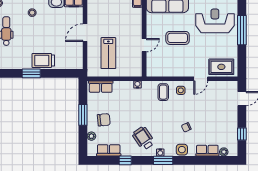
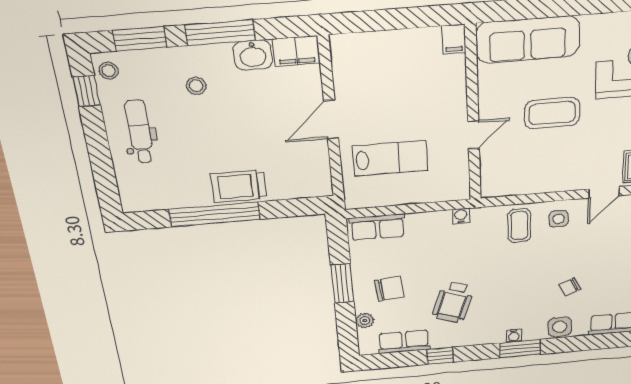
lab bench: (108, 53) -> (390, 158), turned -90
window: (31, 73) -> (215, 214), width x2.11
wheelchair: (143, 138) -> (453, 302), moved, turned -128

